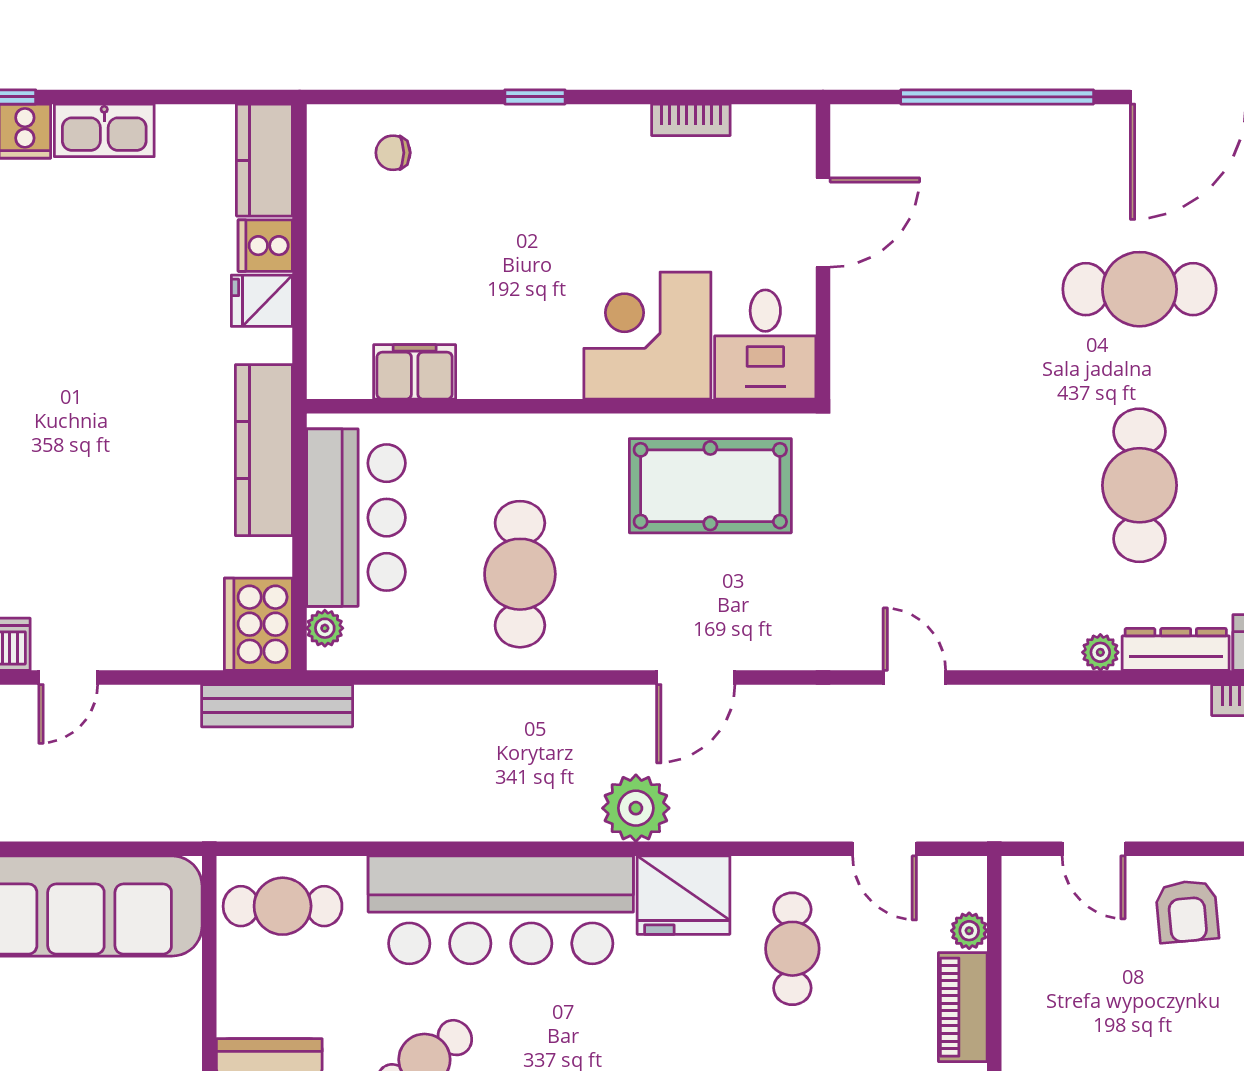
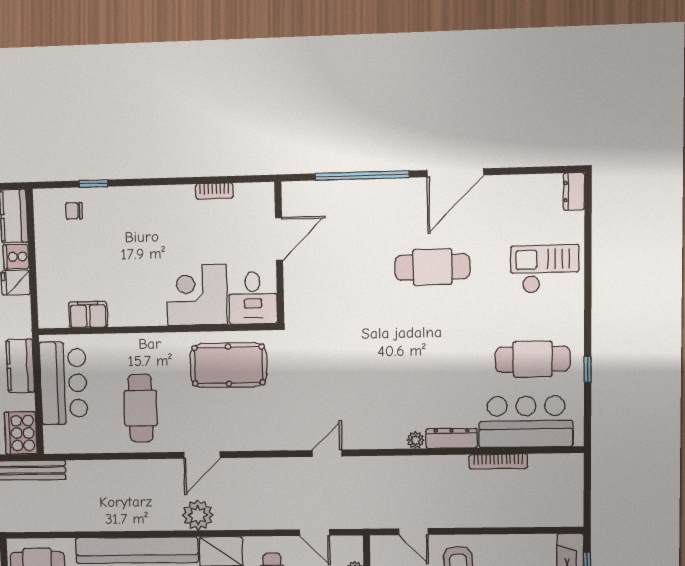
window: (535, 97) -> (93, 184), moved
kitchen counter: (264, 450) -> (20, 366), width x0.67
cafe table: (1139, 485) -> (433, 361), removed
plant: (325, 628) -> (51, 434), removed
door: (696, 677) -> (202, 455), moved
door: (914, 677) -> (327, 453), hinge flipped

